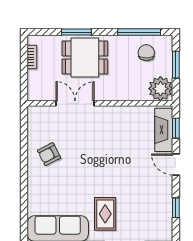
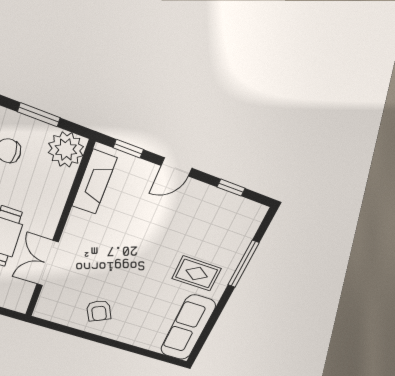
fireplace: (164, 130) -> (94, 182), moved, turned -90

